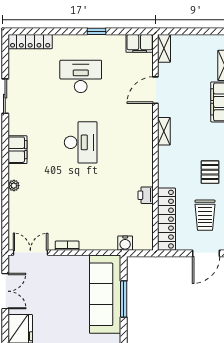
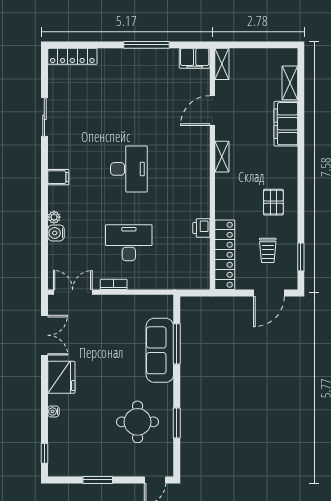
window: (96, 31) -> (146, 45), width x2.17
desk: (81, 76) -> (129, 243), moved
filing cabinet: (18, 150) -> (58, 177), width x0.50
trolley: (205, 215) -> (268, 250), width x0.73, depth x0.72
water cooler: (125, 243) -> (56, 233), moved, turned 90
sofa: (105, 294) -> (160, 350), width x0.74, depth x0.79

